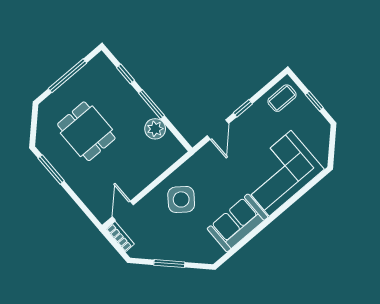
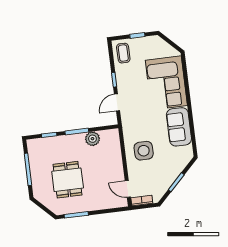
door: (218, 130) -> (117, 102), swing flipped
dining table: (86, 131) -> (68, 180), turned 90
side table: (181, 199) -> (144, 151), turned -37

